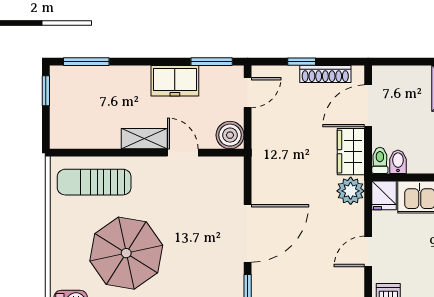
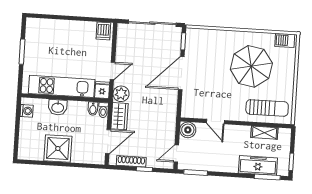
freezer: (175, 81) -> (258, 165), moved, width x1.40
shelving: (144, 139) -> (264, 133), moved
door: (368, 251) -> (112, 71), moved

